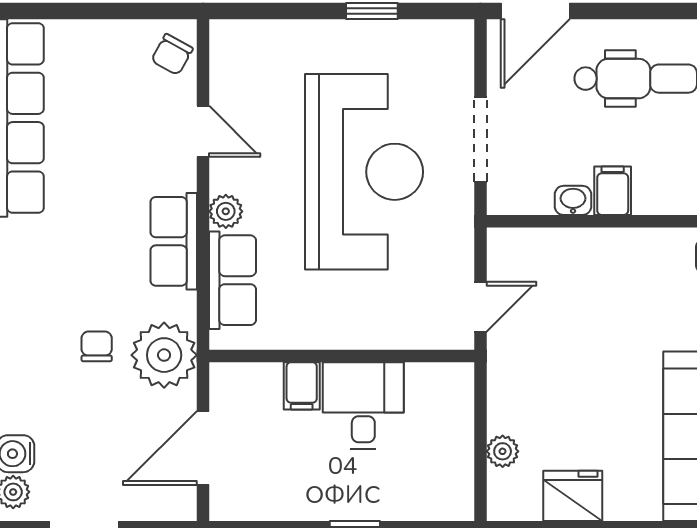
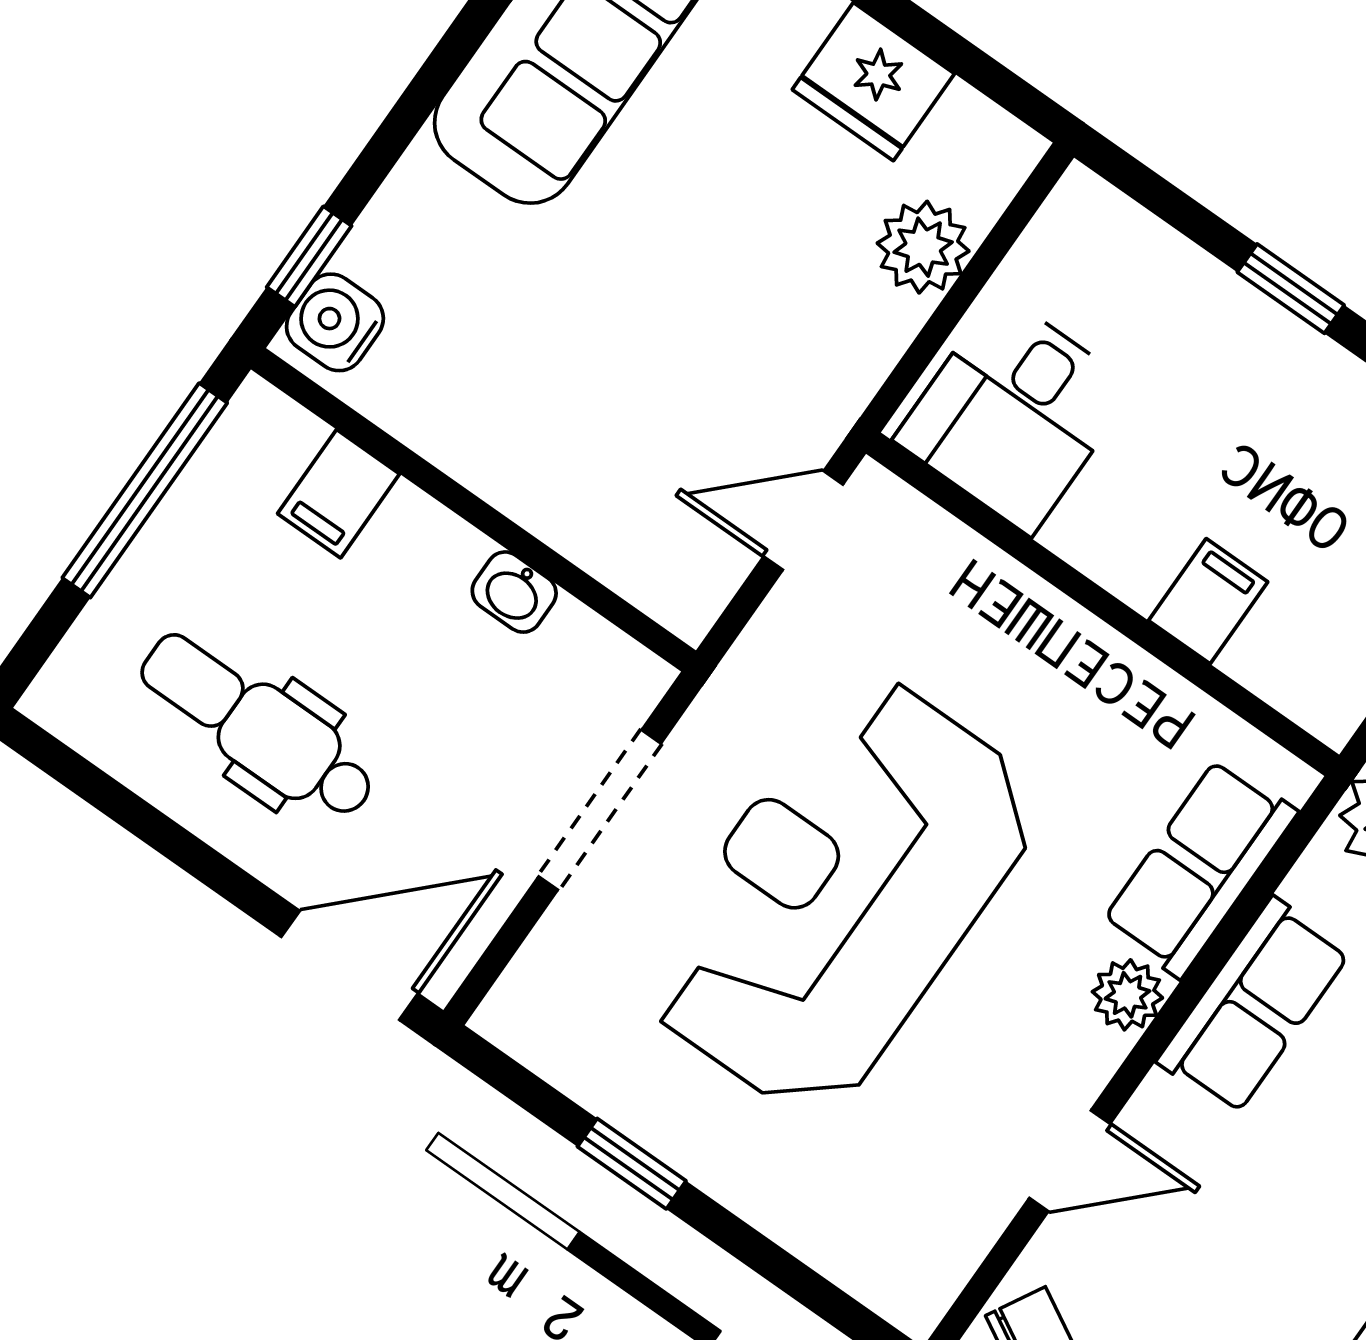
door: (203, 131) -> (1070, 1161), swing flipped
filing cabinet: (613, 191) -> (339, 494), moved
desk: (363, 406) -> (1014, 414), moved
plant: (503, 451) -> (923, 247), width x1.38, depth x1.38

